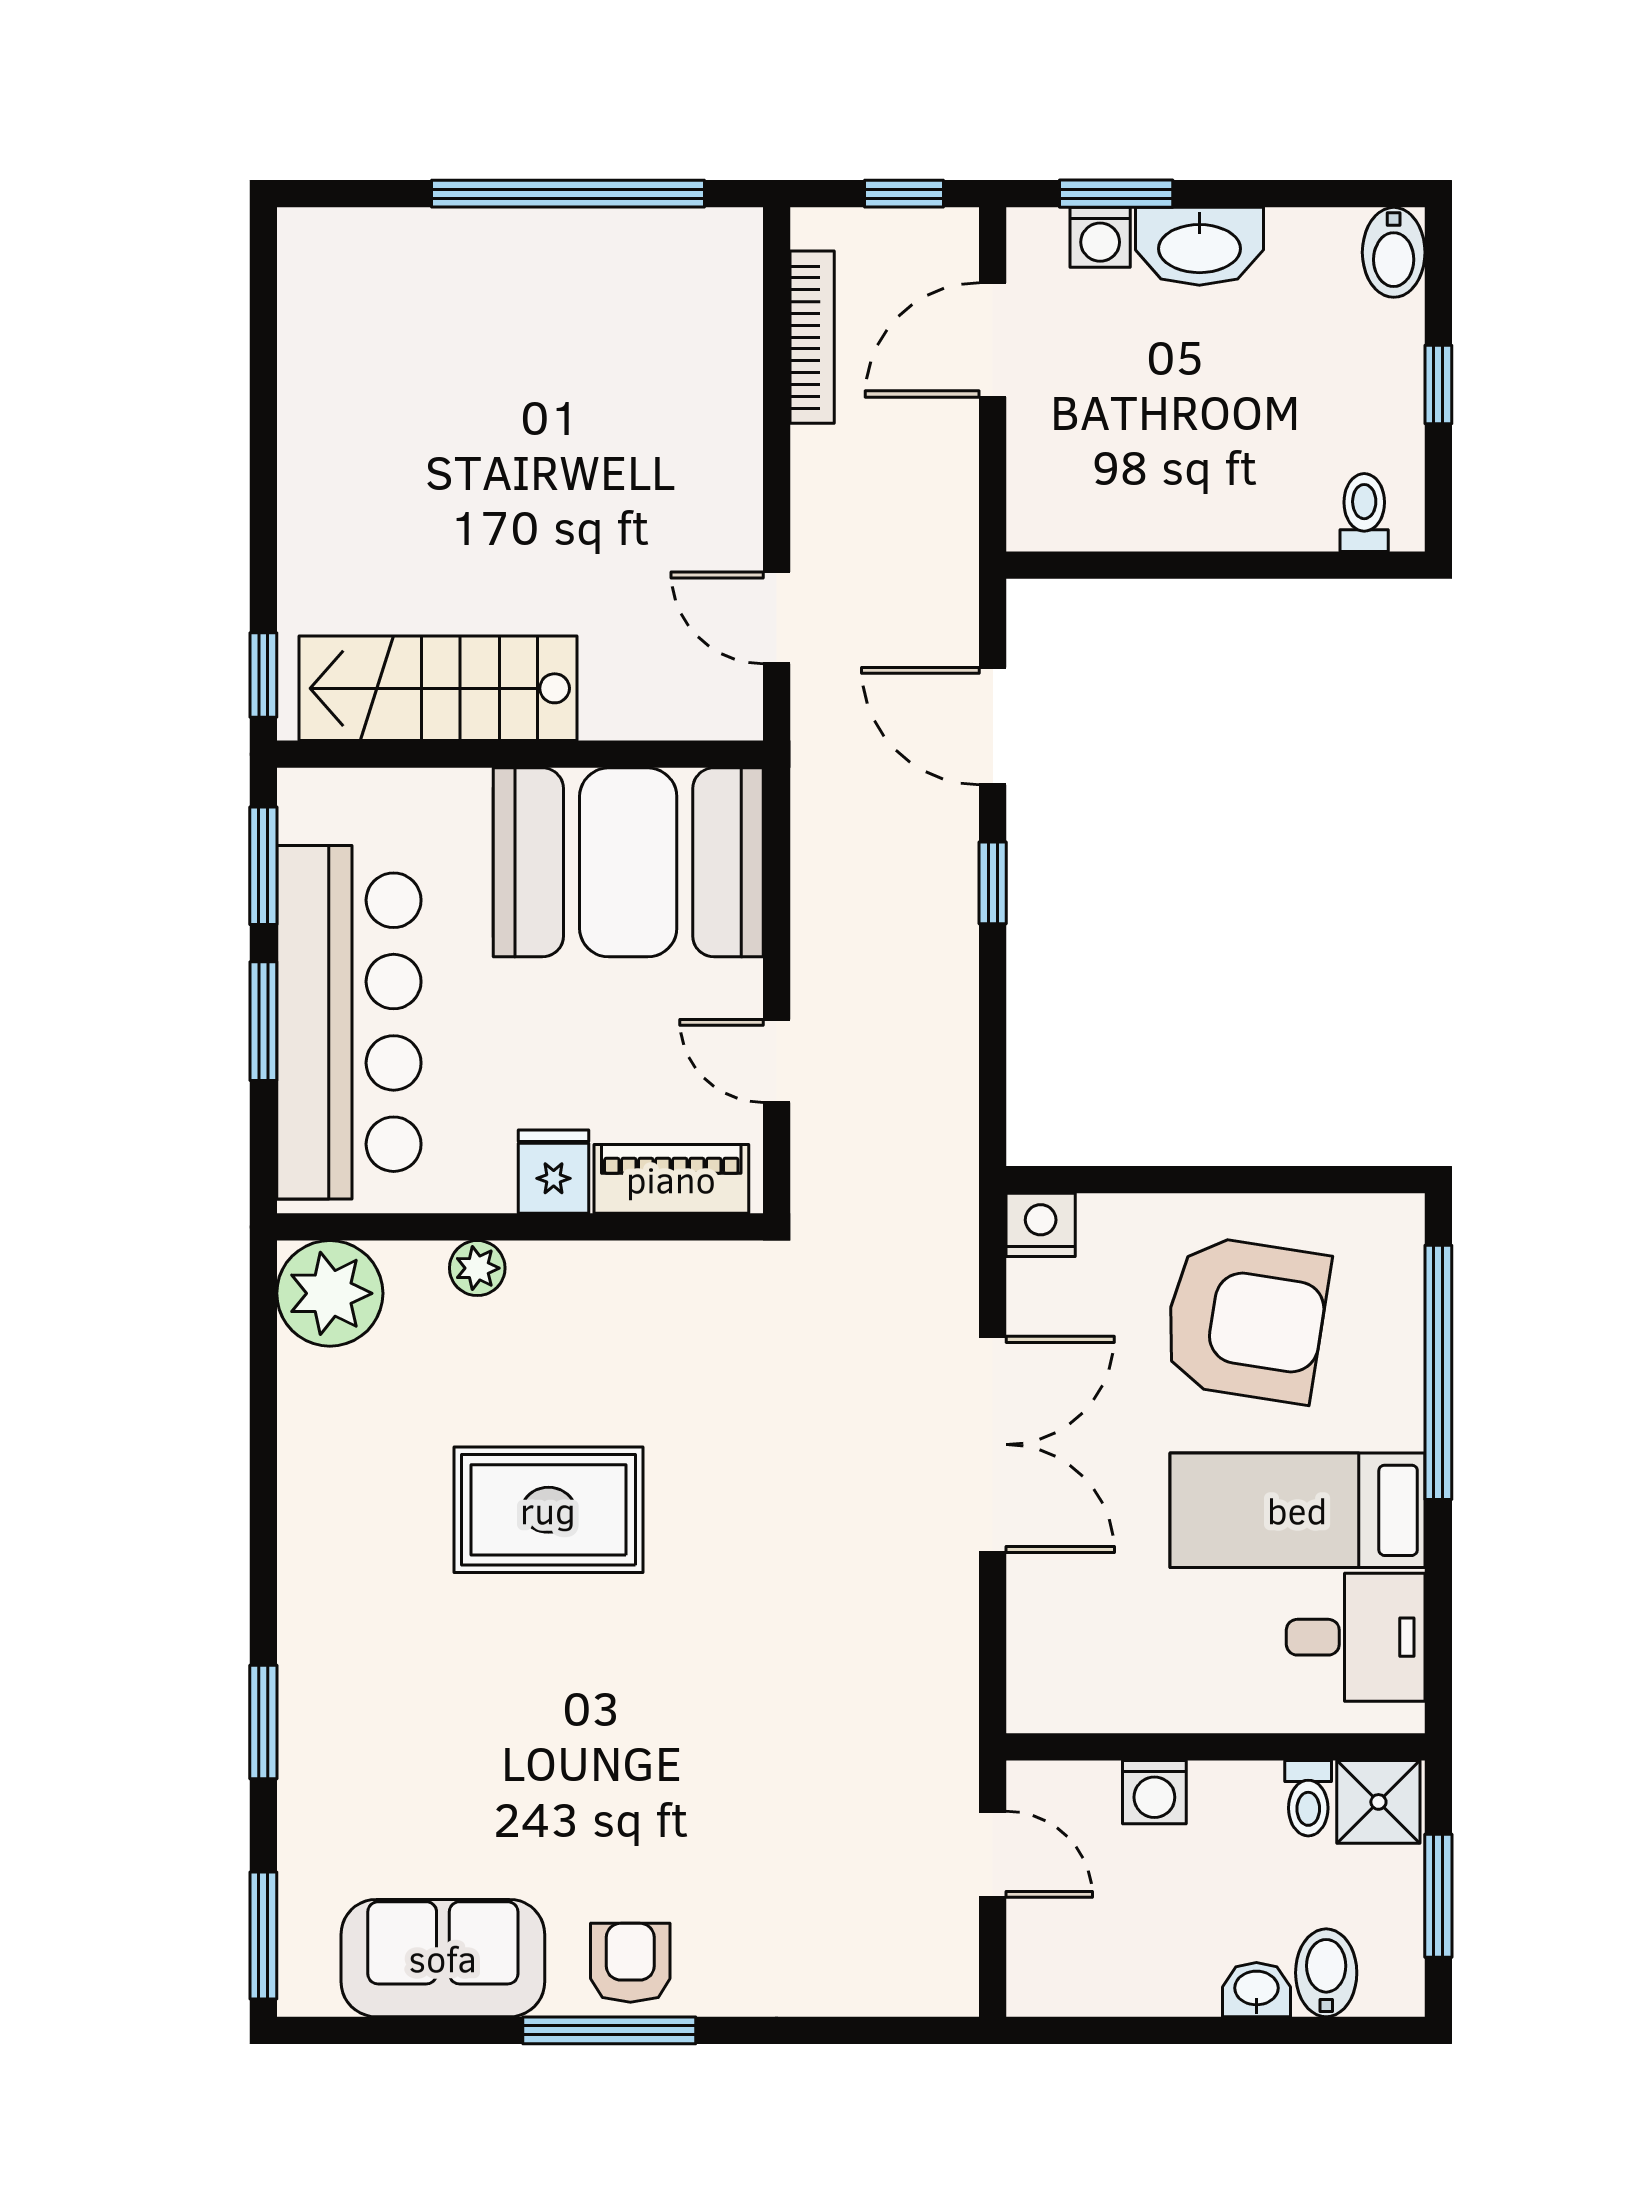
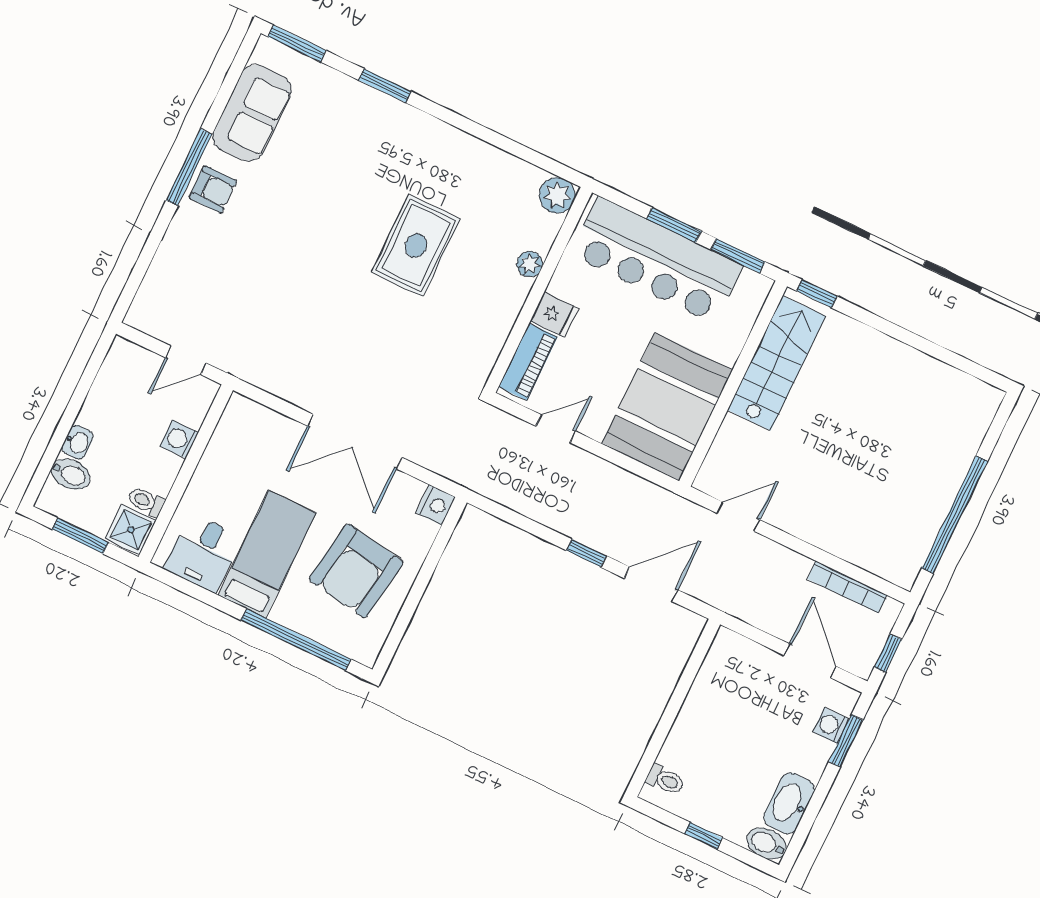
washbasin: (1199, 246) -> (789, 803), moved
plant: (330, 1293) -> (557, 195), width x0.73, depth x0.73

